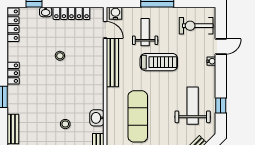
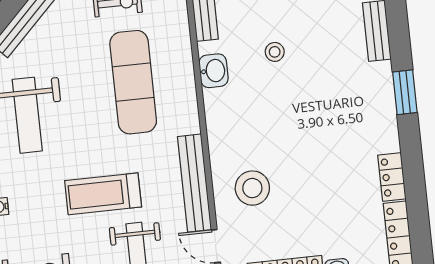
stool: (60, 56) -> (252, 188), moved, width x1.89, depth x1.89
locker: (13, 73) -> (392, 177), moved

